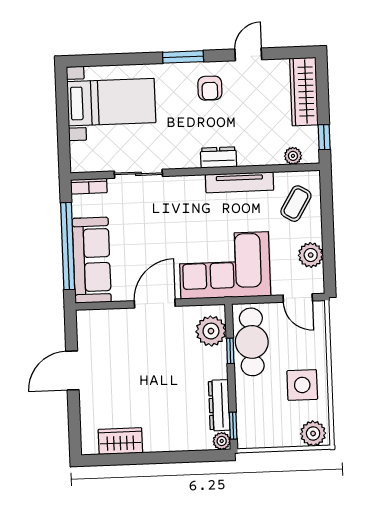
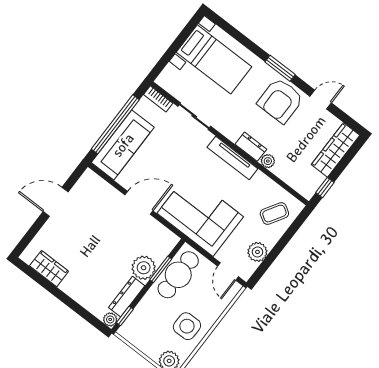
armchair: (210, 88) -> (280, 101), width x1.88, depth x1.88
plant: (293, 156) -> (268, 161), moved
tv unit: (240, 182) -> (232, 158), moved
plant: (211, 331) -> (144, 268), moved
window: (230, 351) -> (161, 269), width x1.50

